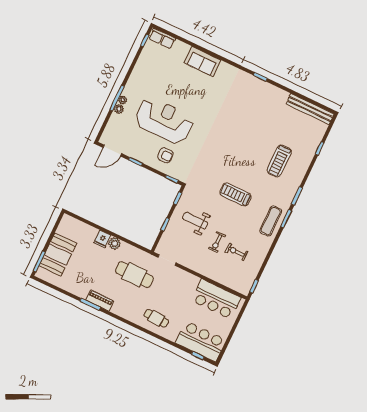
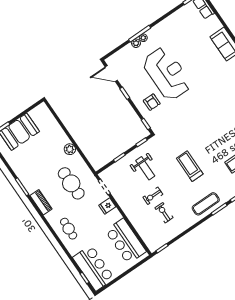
weight bench: (195, 221) -> (145, 168), turned 180
fridge: (102, 239) -> (107, 206), moved
piano: (100, 301) -> (41, 202), moved

